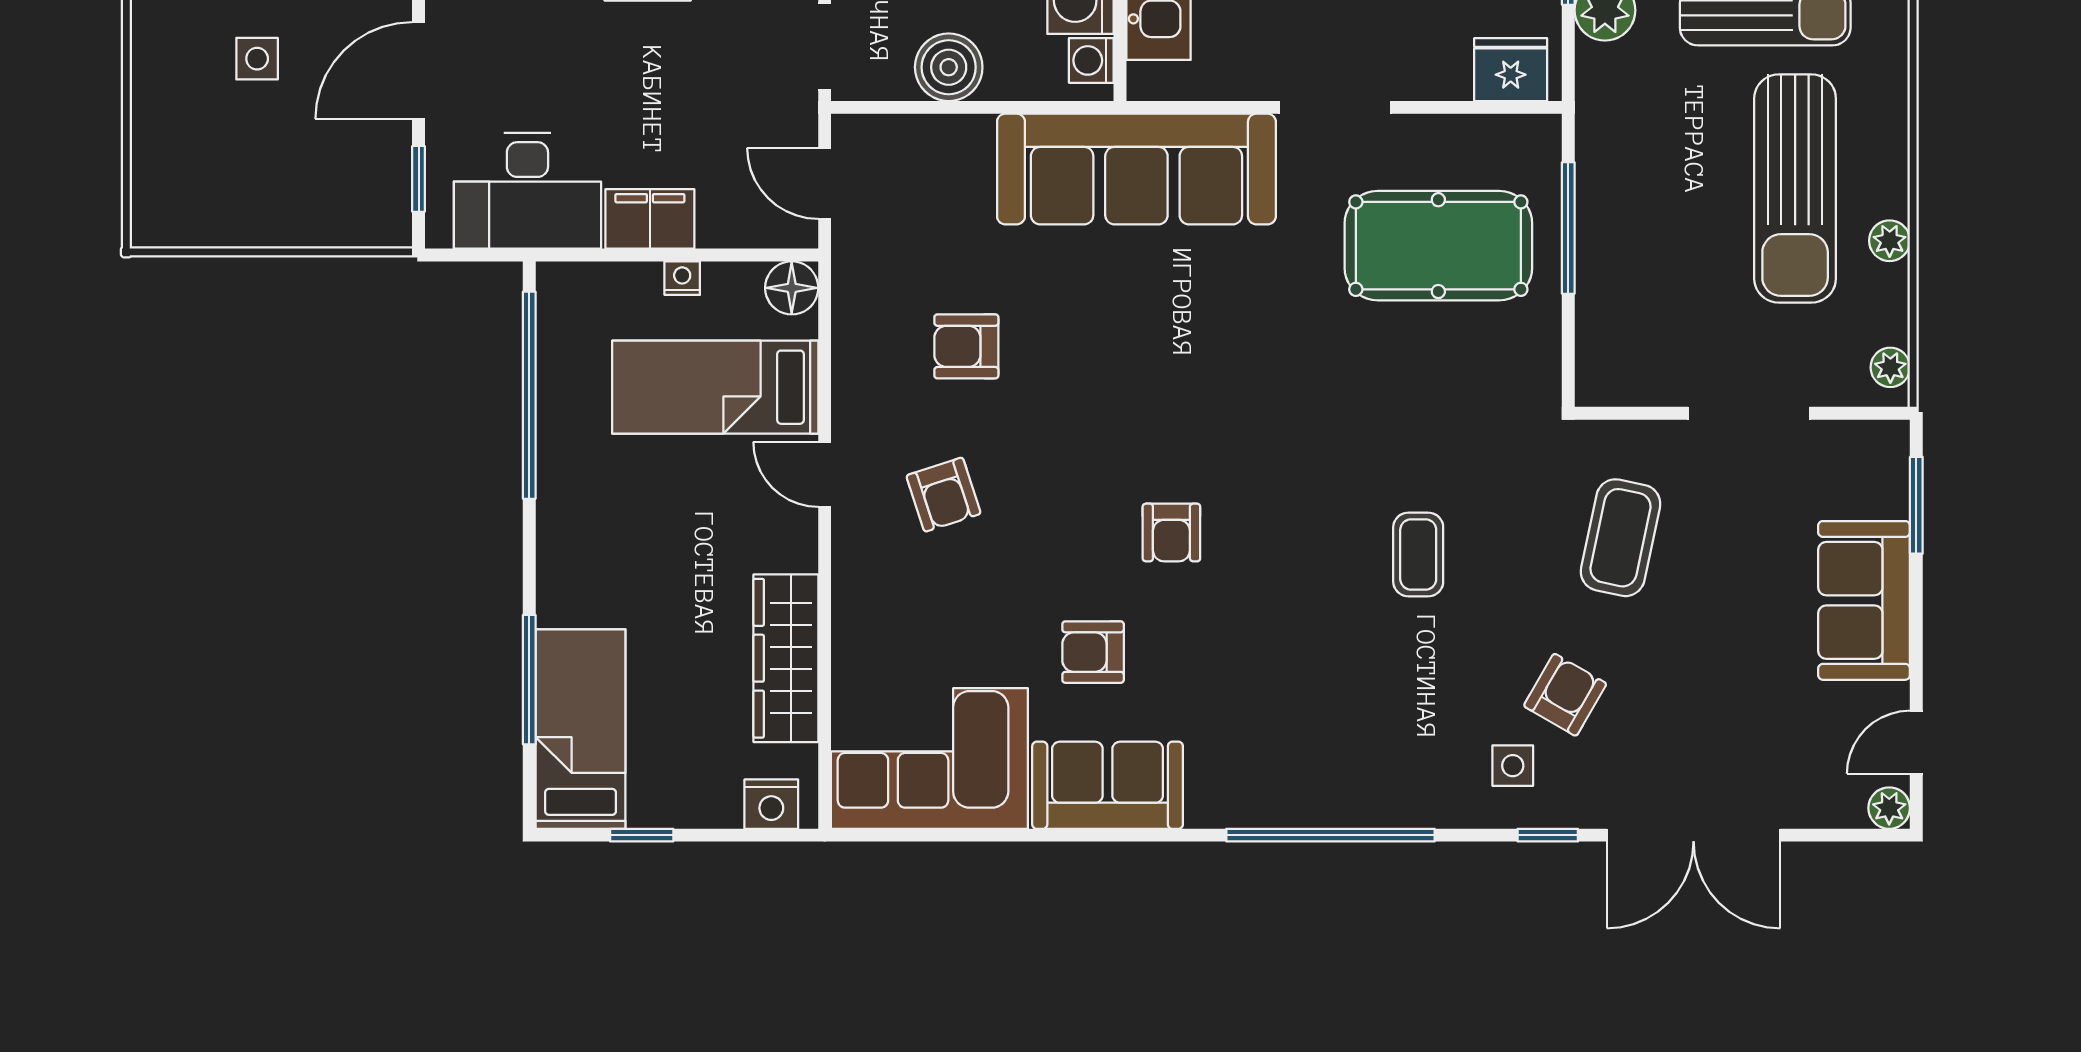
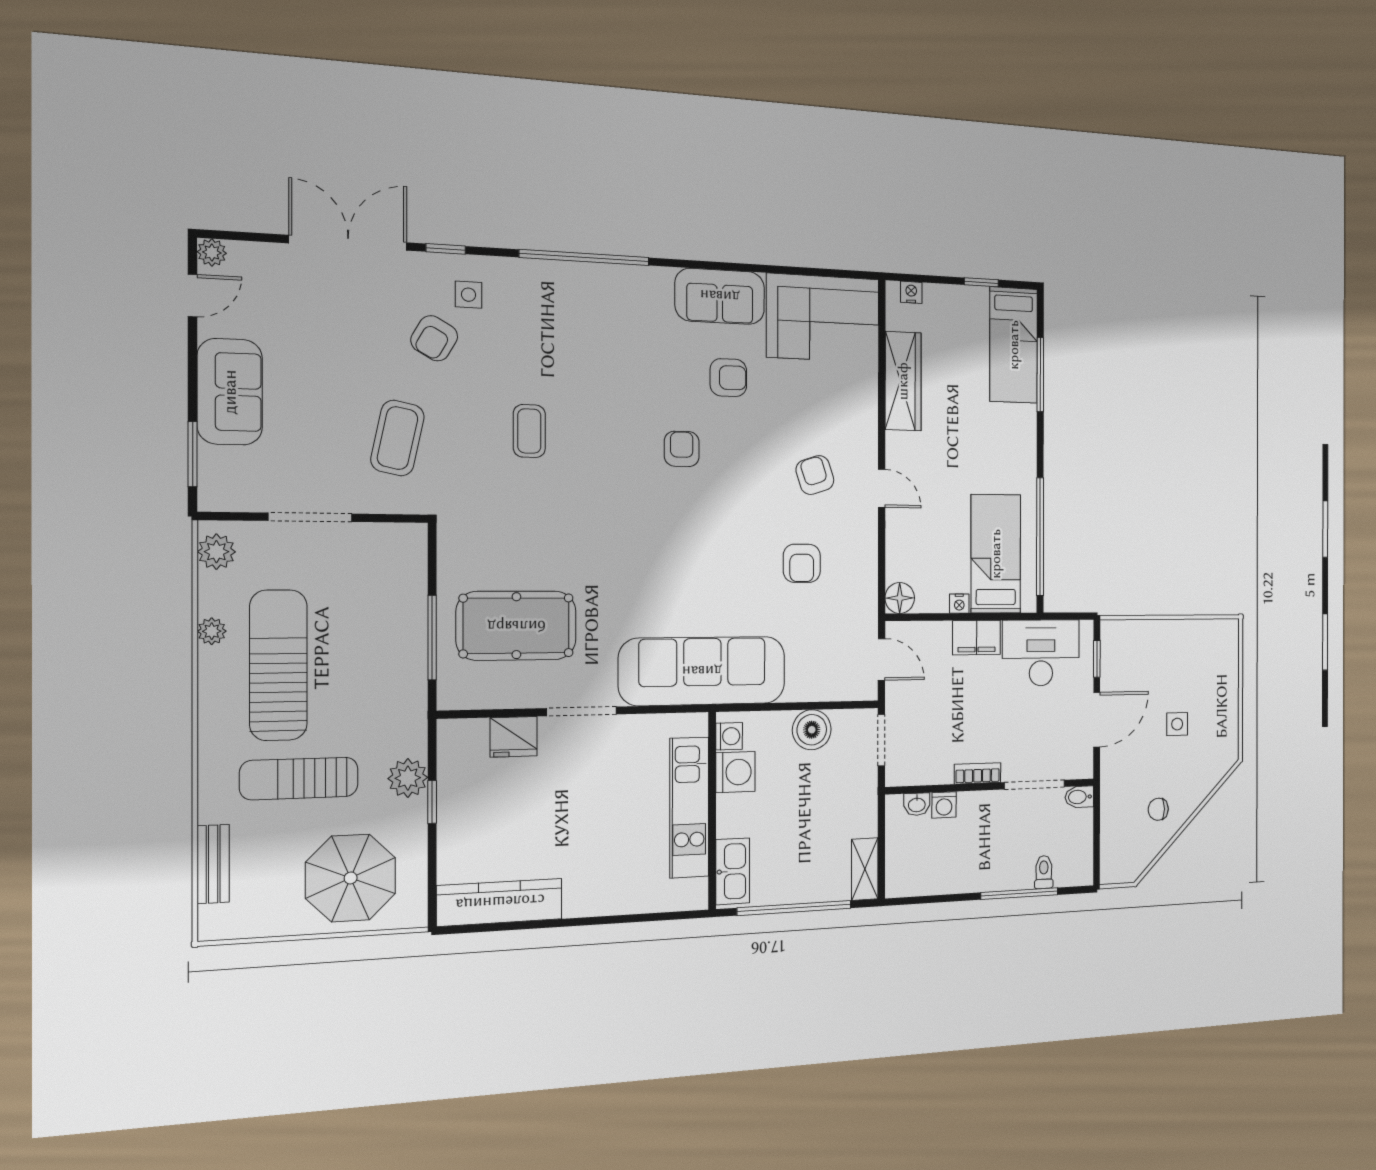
fridge: (1511, 70) -> (514, 737), moved
armchair: (966, 346) -> (802, 563), turned 90
plant: (1890, 367) -> (216, 552), width x1.38, depth x1.38
bed: (715, 387) -> (996, 554), moved, turned -90
nightstand: (771, 804) -> (911, 292), width x0.72, depth x0.74

